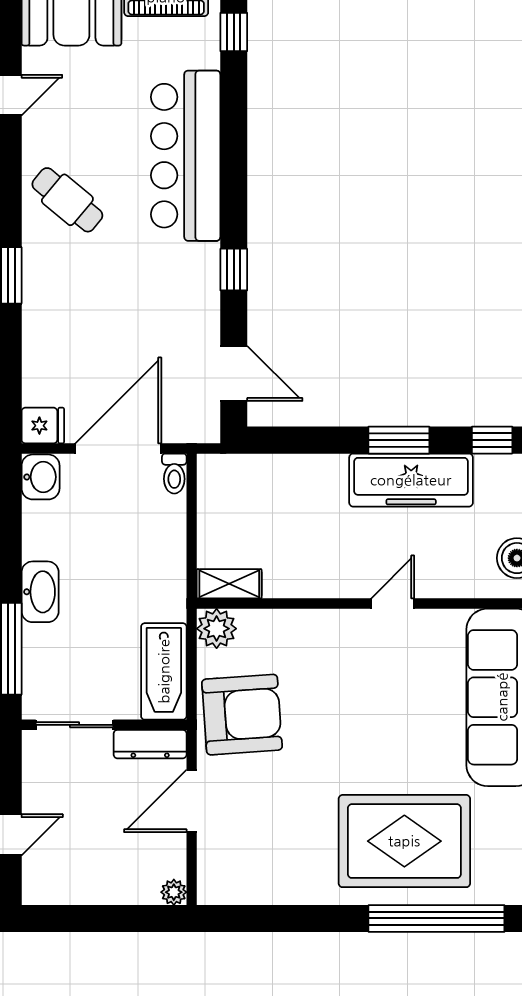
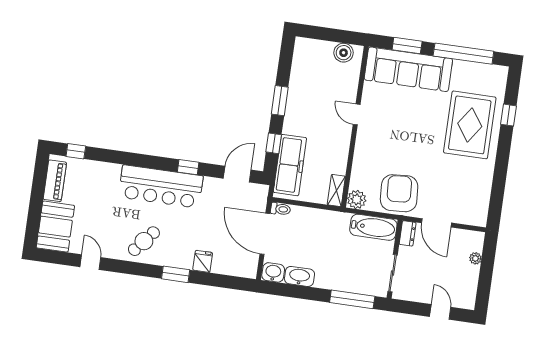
bar counter: (186, 156) -> (161, 187), moved
fridge: (43, 426) -> (203, 261), moved
window: (492, 440) -> (274, 143), moved
freezer: (411, 480) -> (290, 165), moved
washbasin: (40, 592) -> (299, 276), moved
dresser: (150, 744) -> (408, 233), width x0.70
plant: (174, 892) -> (475, 258), moved
window: (436, 918) -> (509, 115), width x0.32

